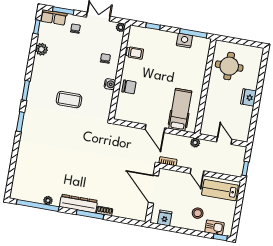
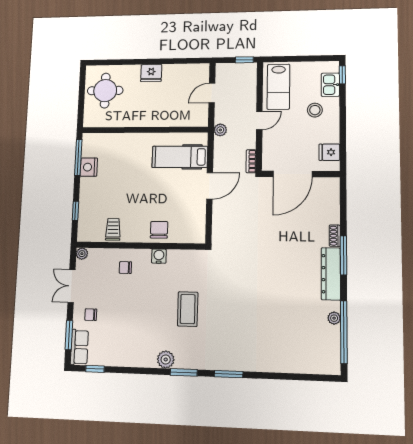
plant: (41, 49) -> (166, 359), moved
round table: (229, 66) -> (105, 91), moved

